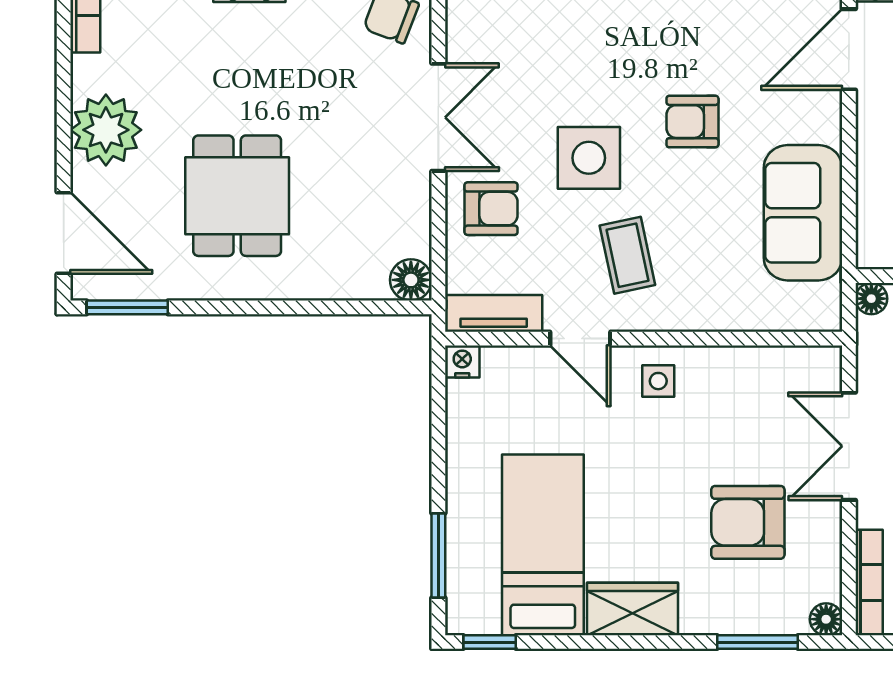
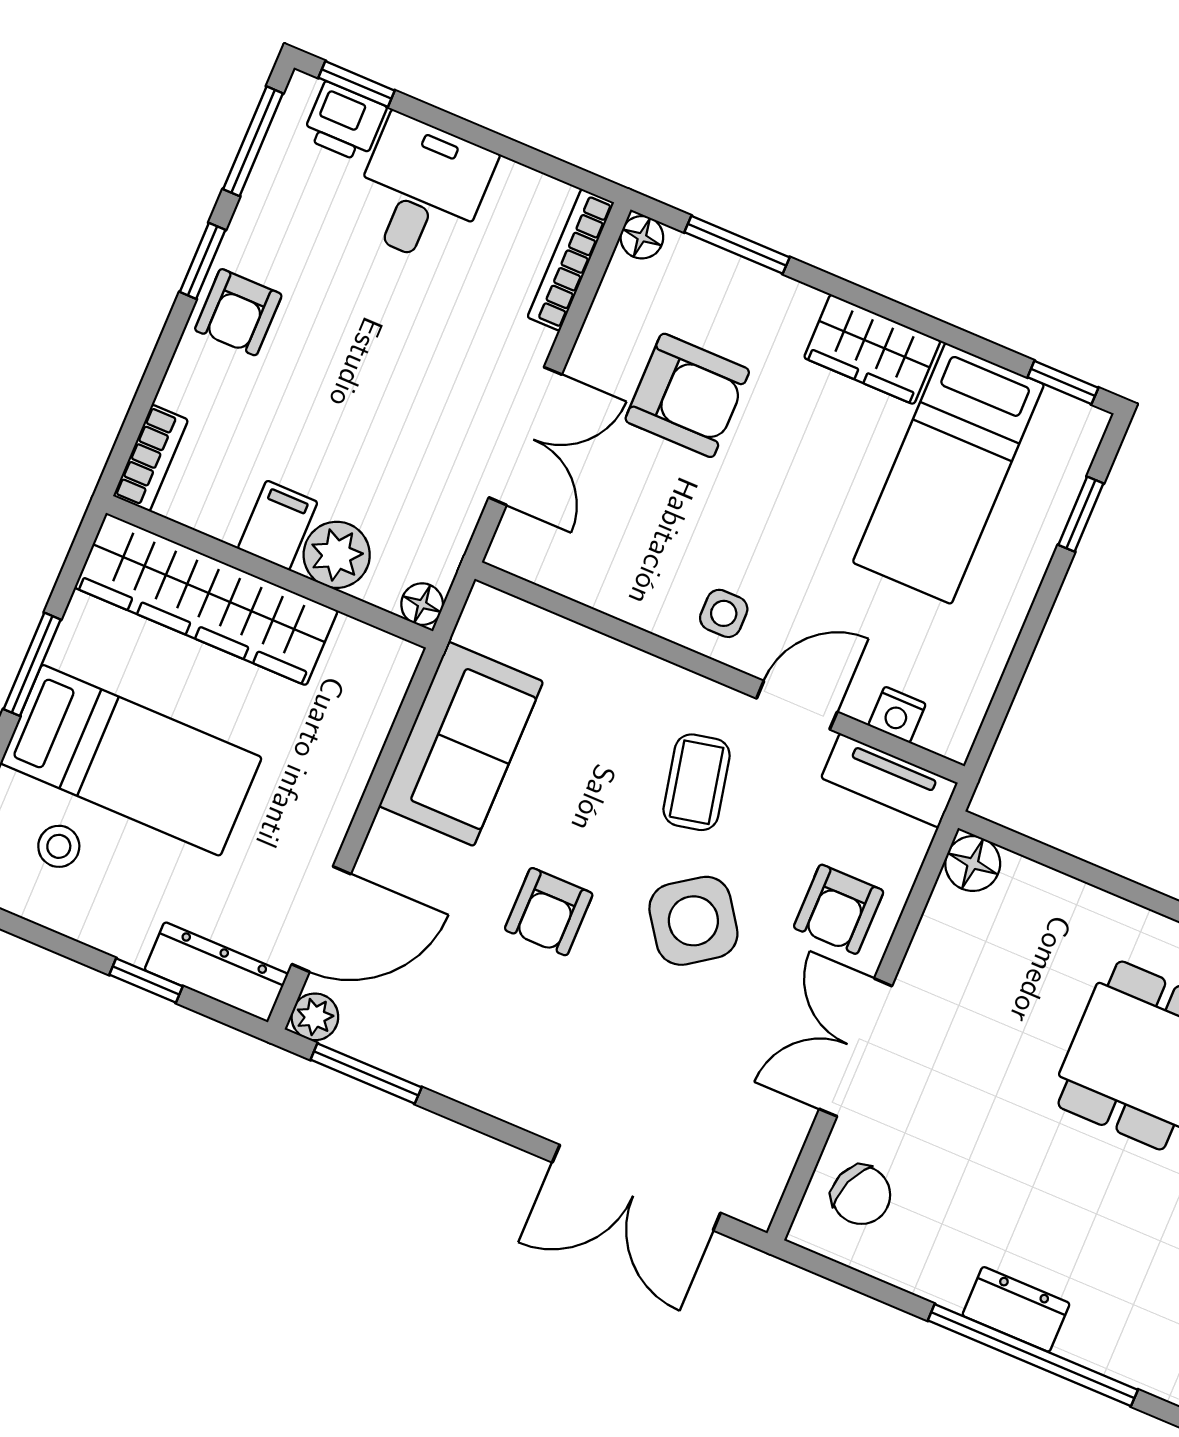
armchair: (692, 122) -> (549, 912), turned 90
side table: (589, 158) -> (693, 921), turned -35
armchair: (491, 209) -> (839, 909), turned -90
door: (580, 339) -> (797, 705), hinge flipped
nightstand: (462, 362) -> (897, 715), moved
window: (438, 555) -> (1081, 514), width x0.67

